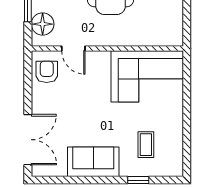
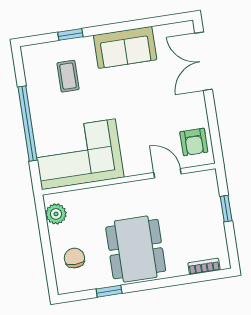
floor lamp: (43, 24) -> (207, 196), removed
plant: (174, 28) -> (56, 214), added
window: (187, 109) -> (27, 124), added

